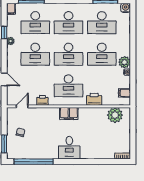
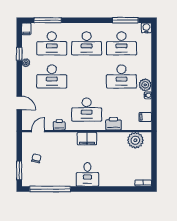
desk: (69, 54) -> (87, 76), removed

